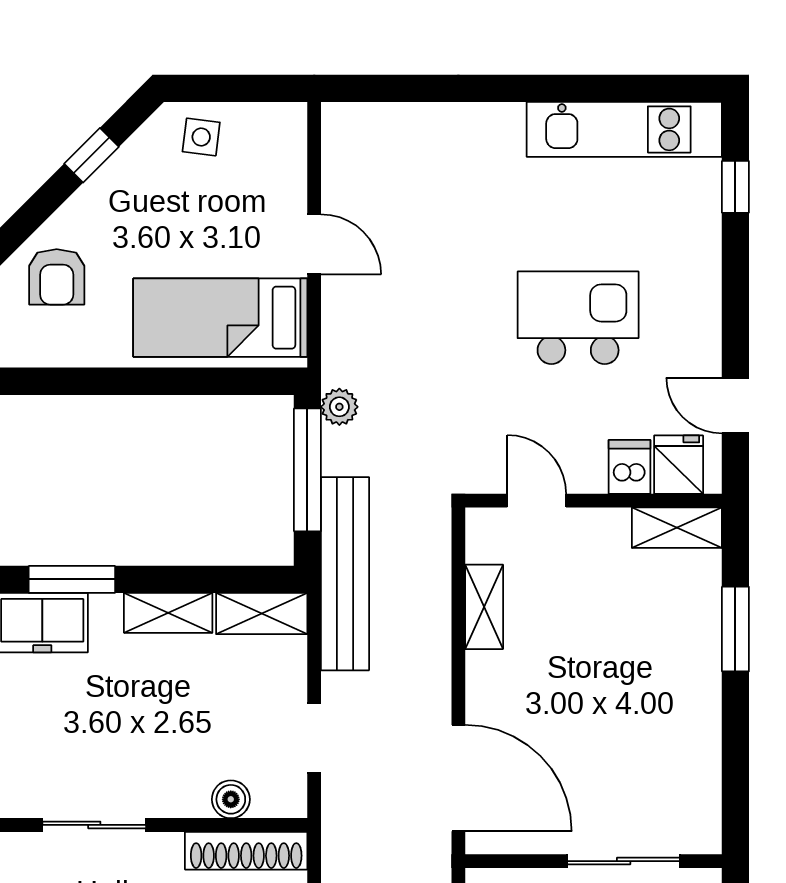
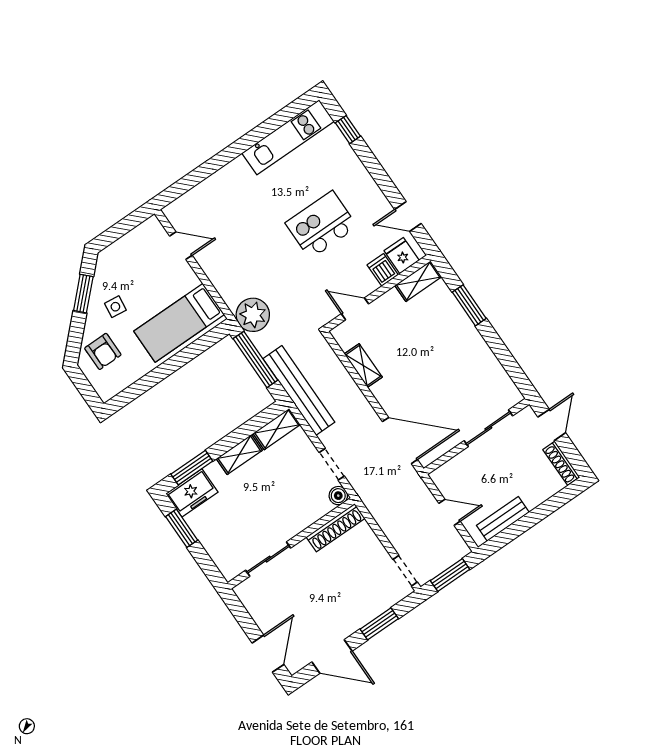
side table: (201, 137) -> (115, 307), moved
window: (91, 155) -> (83, 294), width x1.50
door: (314, 244) -> (181, 246), moved
plant: (339, 407) -> (253, 315), width x1.88, depth x1.88
boiler: (231, 799) -> (338, 496), moved

